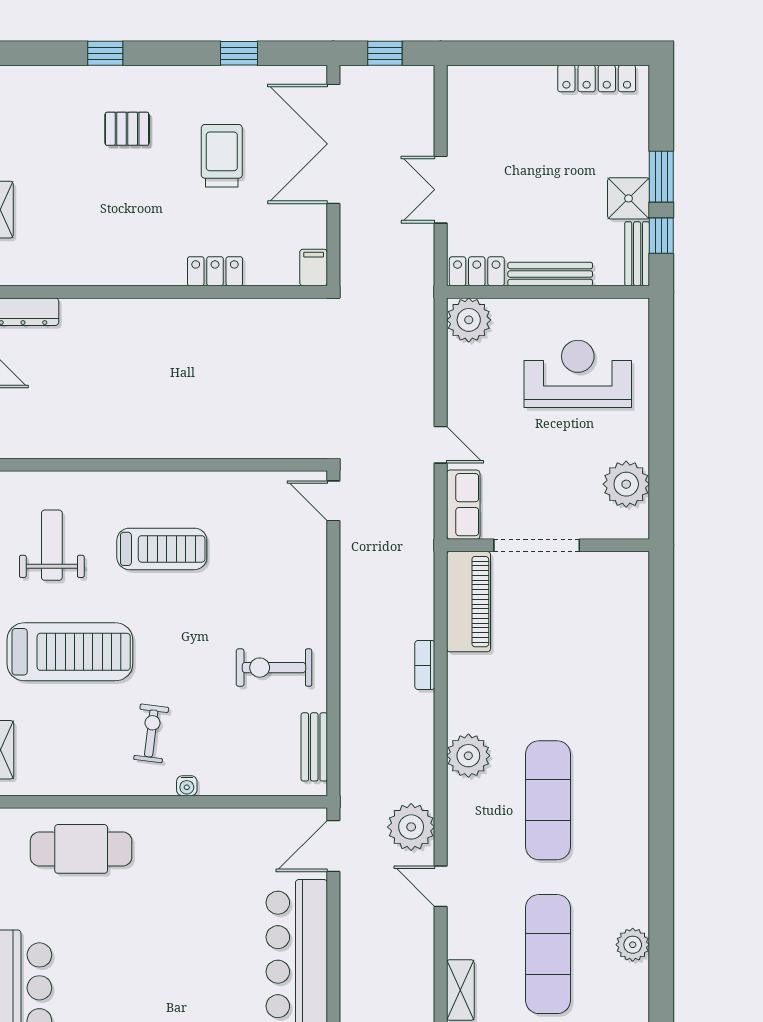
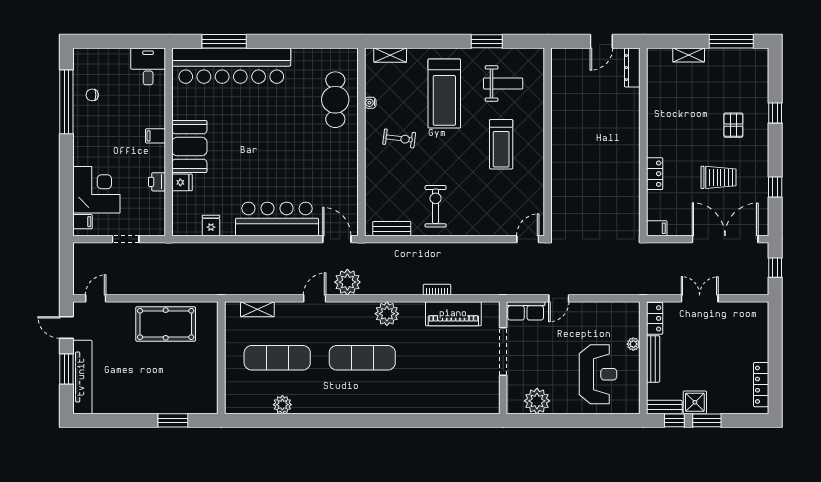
plant: (469, 320) -> (633, 344), moved, width x0.53, depth x0.53
piano: (468, 602) -> (453, 314), moved
water cooler: (187, 786) -> (370, 103), moved

